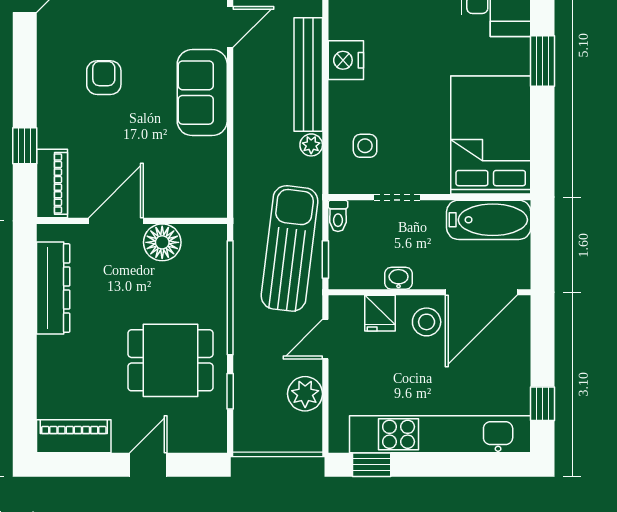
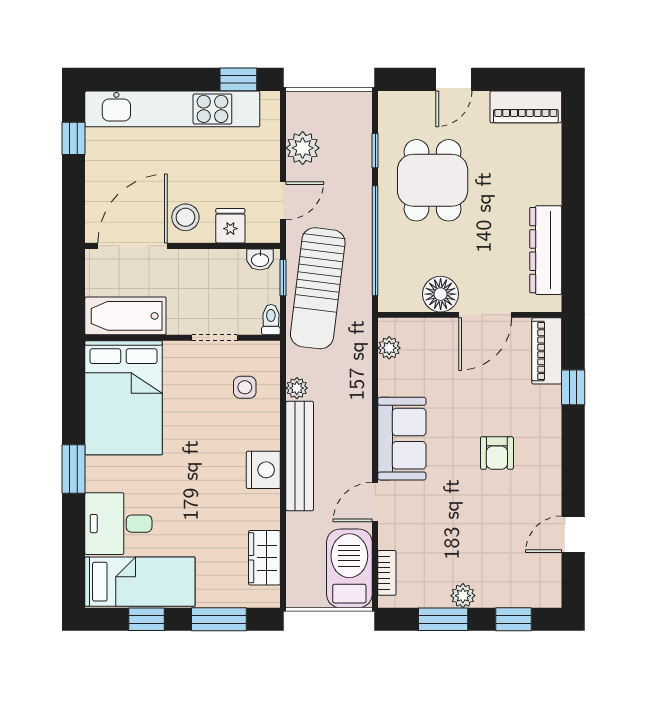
plant: (215, 187) -> (389, 348), added
washbasin: (399, 278) -> (260, 259), moved
dining table: (170, 360) -> (433, 180), turned 90

